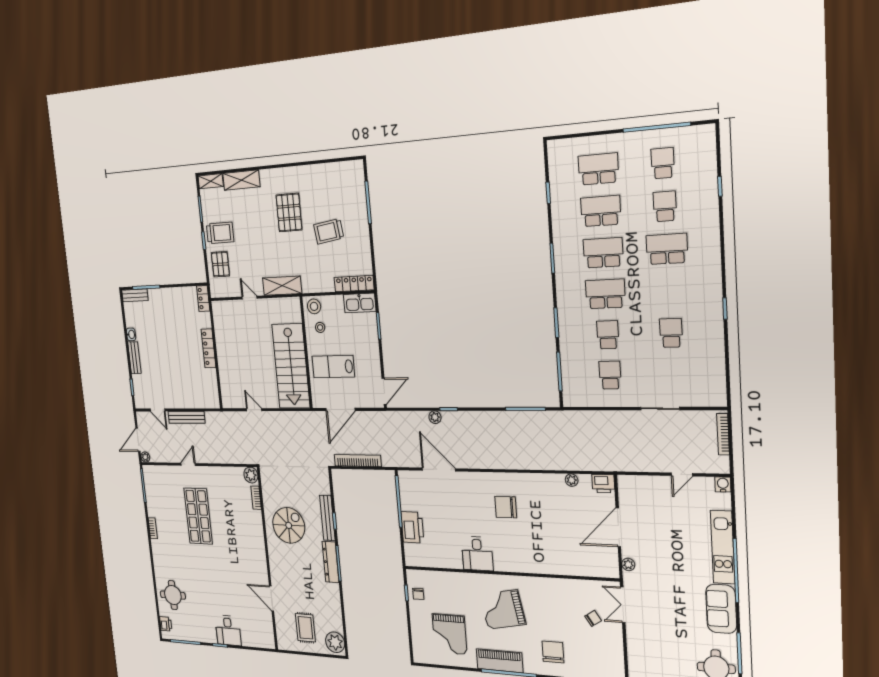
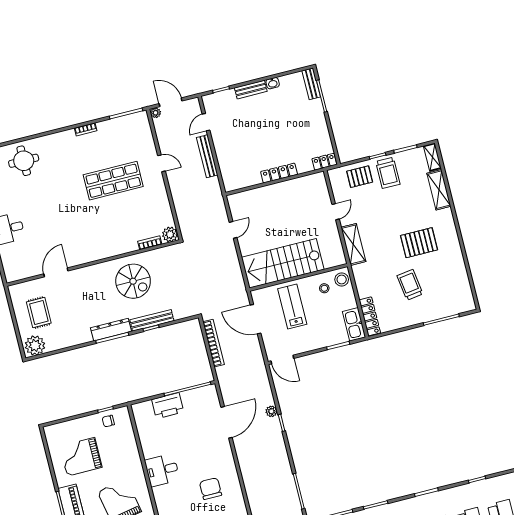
rug: (305, 628) -> (39, 312), turned 90

